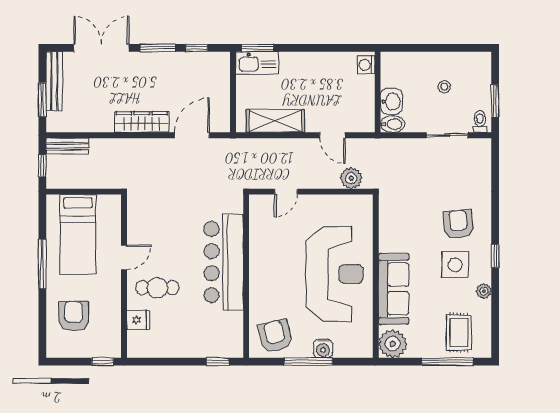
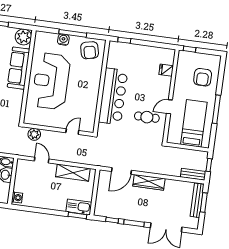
bench: (54, 81) -> (197, 200), moved
cafe table: (157, 288) -> (147, 117), moved

